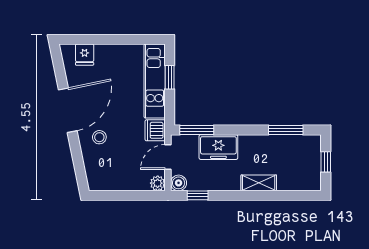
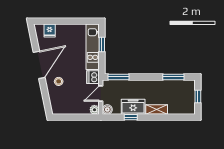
freezer: (218, 147) -> (133, 107), moved, turned 180
window: (198, 195) -> (131, 117), moved

